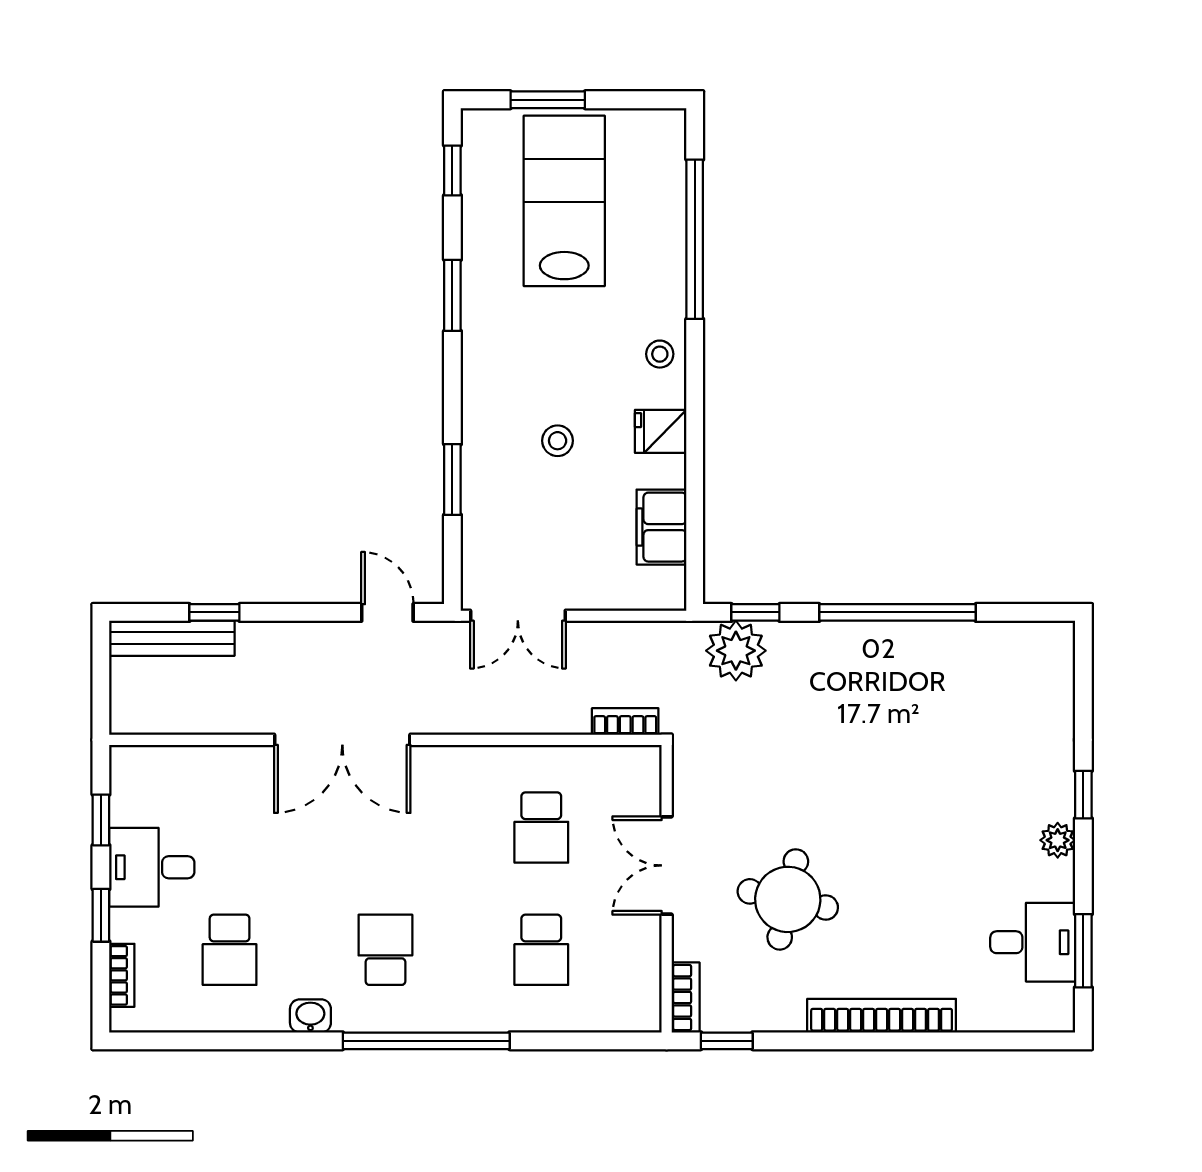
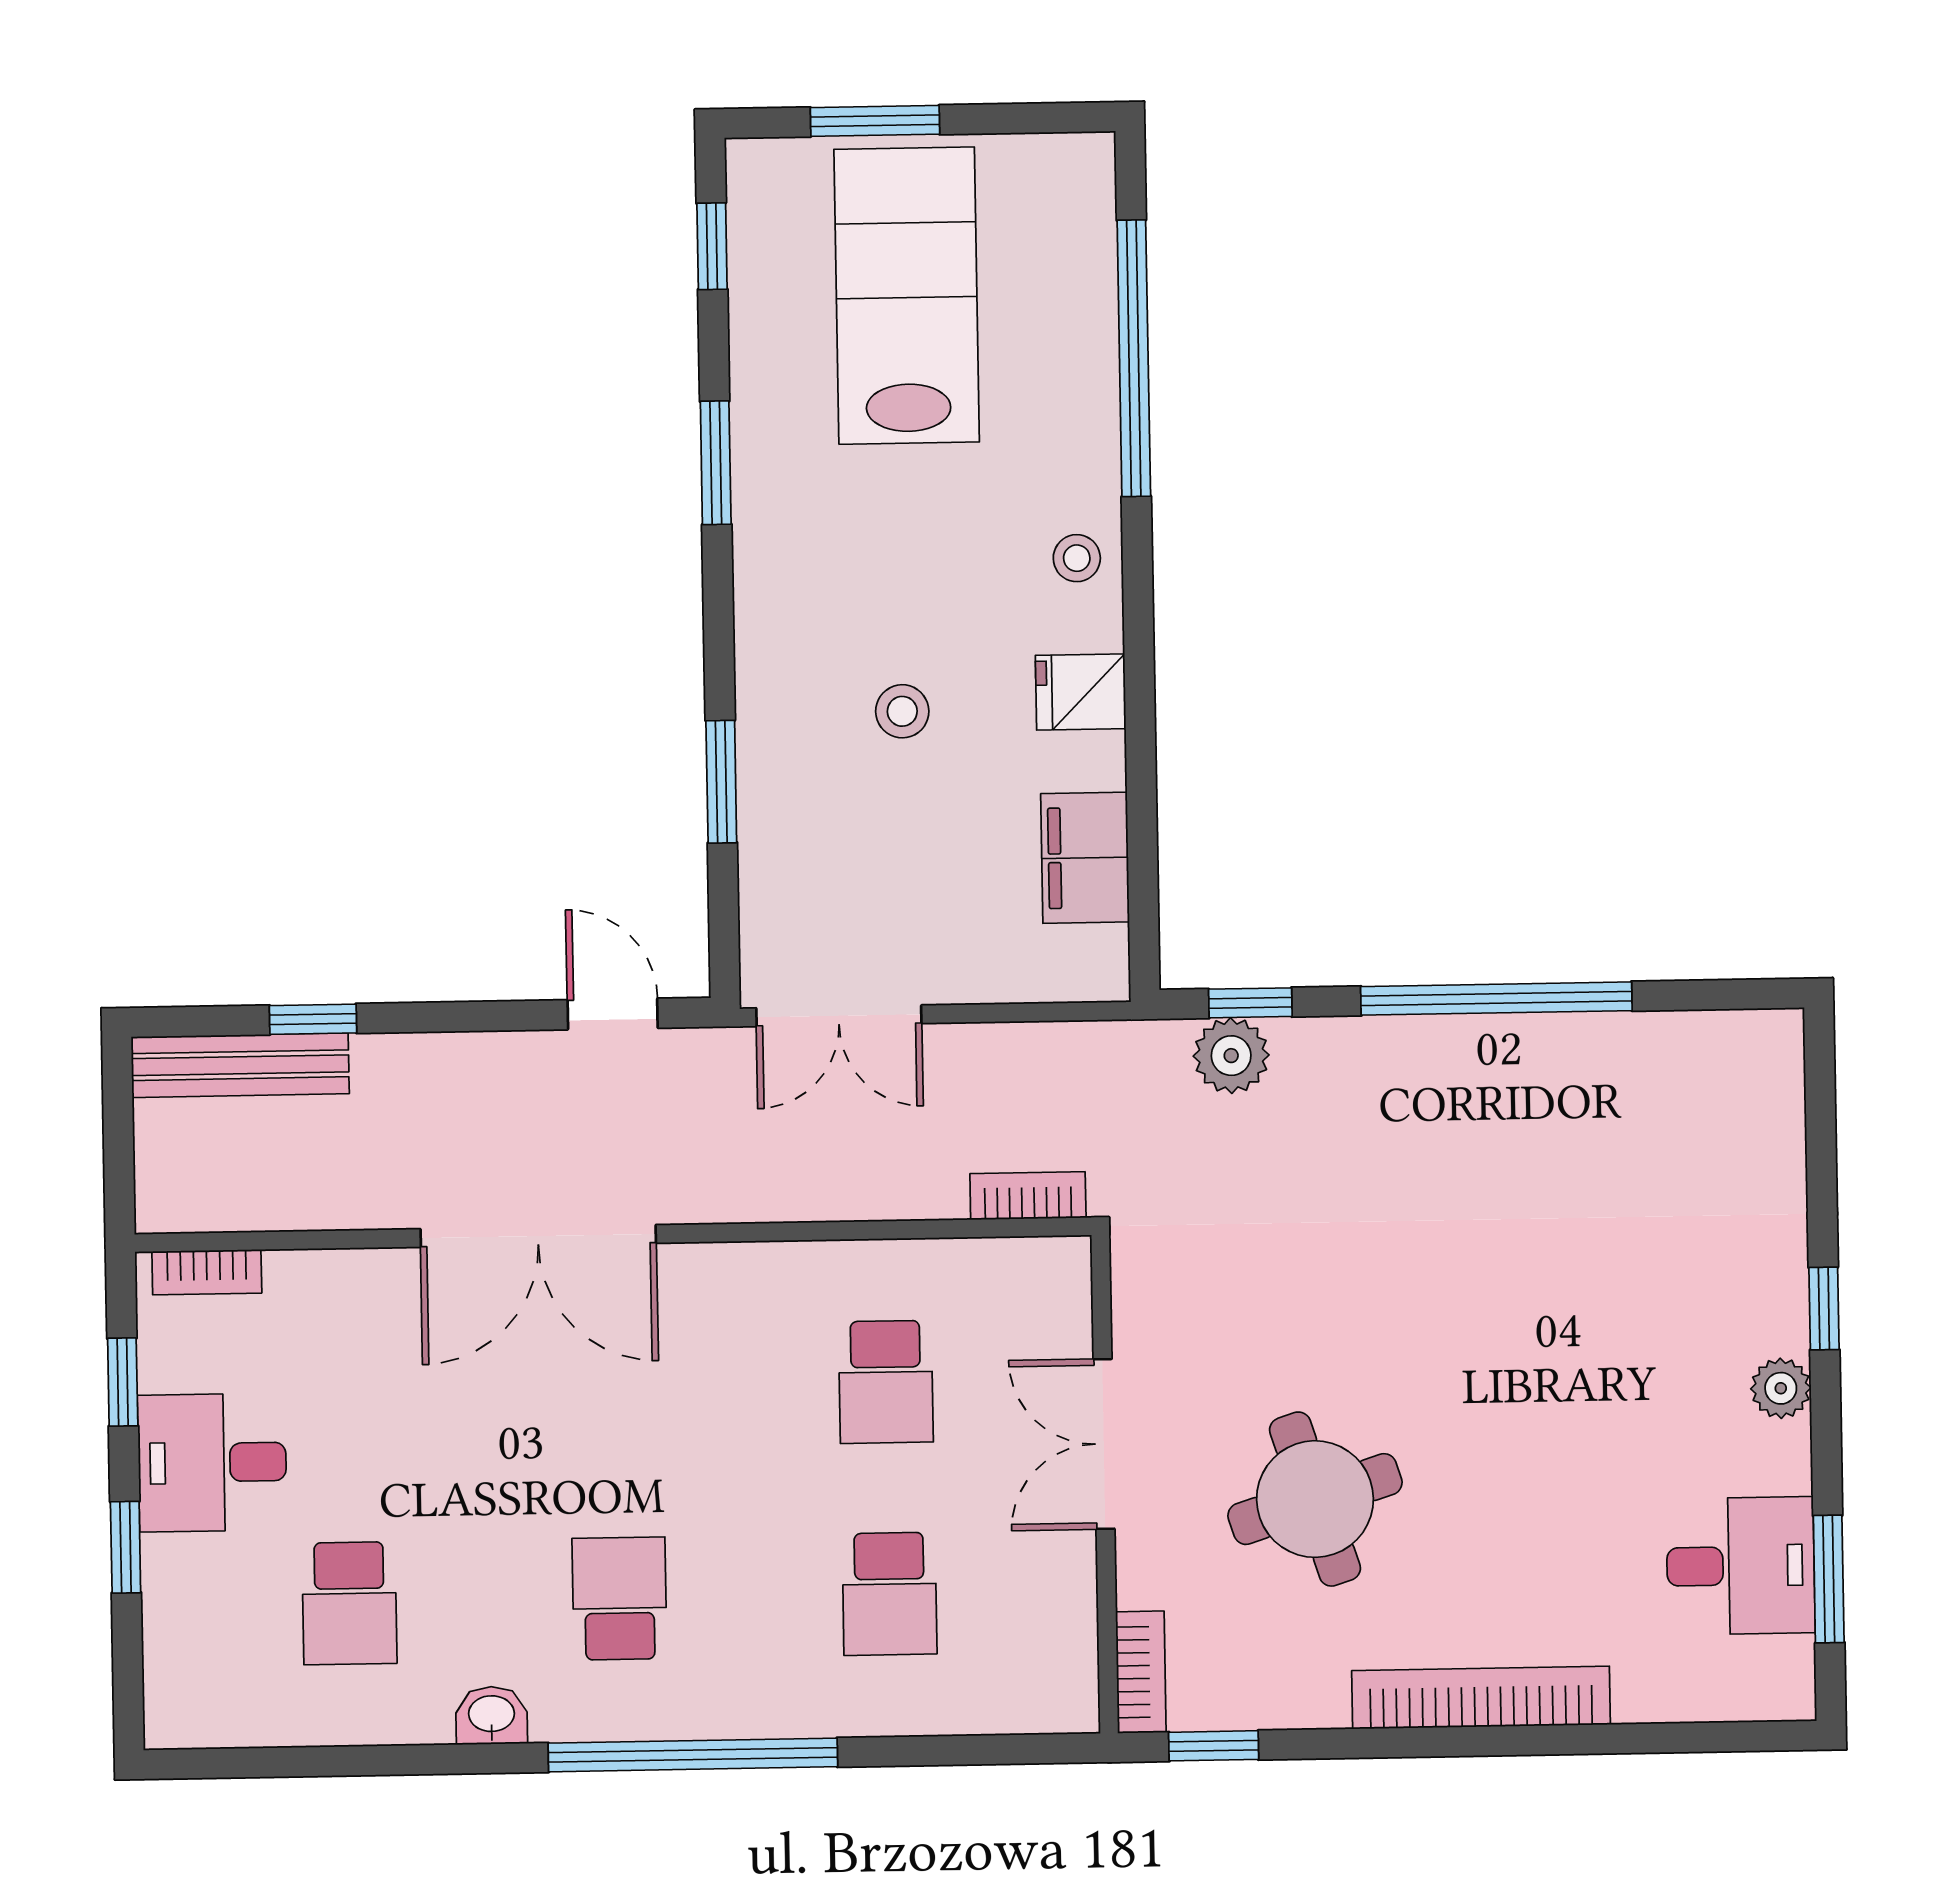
plant: (736, 651) -> (1231, 1056), width x0.73, depth x0.73
round table: (788, 899) -> (1315, 1499), turned -30
bookcase: (122, 975) -> (207, 1272), moved, turned 90

